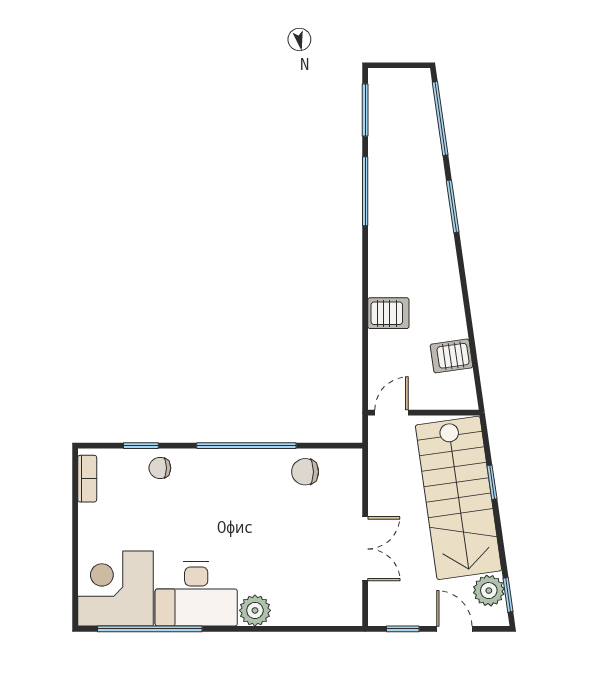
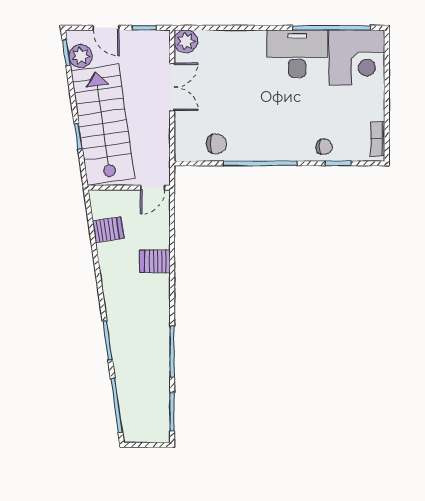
double door: (365, 549) -> (172, 87), swing flipped
plant: (255, 610) -> (186, 41), moved

